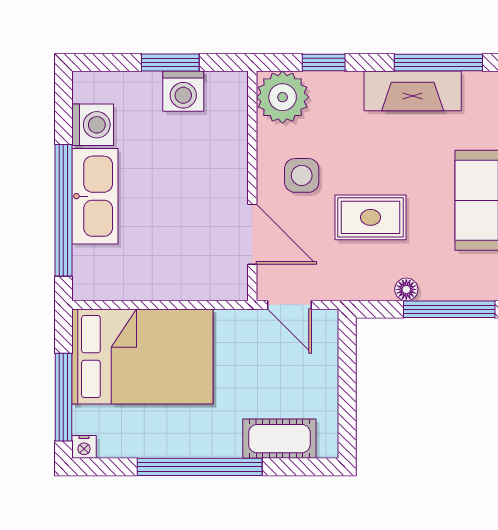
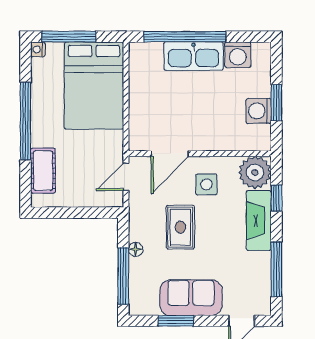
fireplace: (413, 91) -> (259, 221), moved

